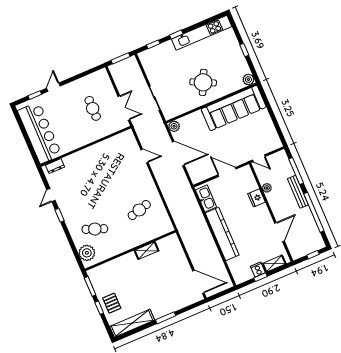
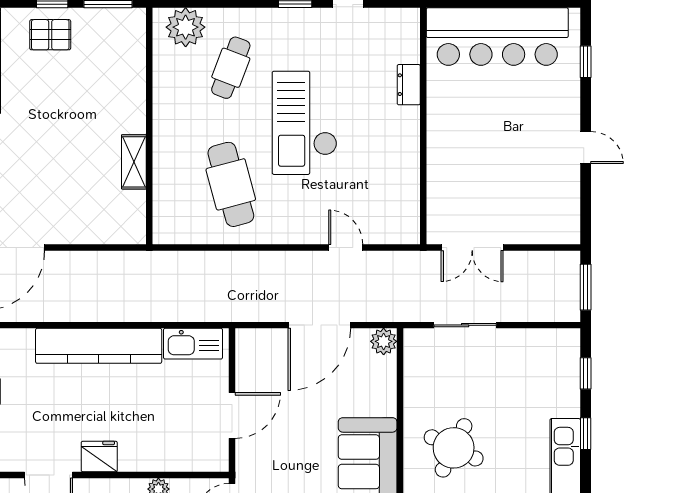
door: (53, 87) -> (586, 148), moved
cafe table: (93, 108) -> (501, 178), removed
door: (145, 156) -> (346, 248), swing flipped
dresser: (55, 166) -> (409, 85), moved
checkout: (104, 192) -> (305, 123), added
fridge: (257, 198) -> (99, 457), moved
cafe table: (139, 210) -> (231, 184), width x1.37, depth x1.35

